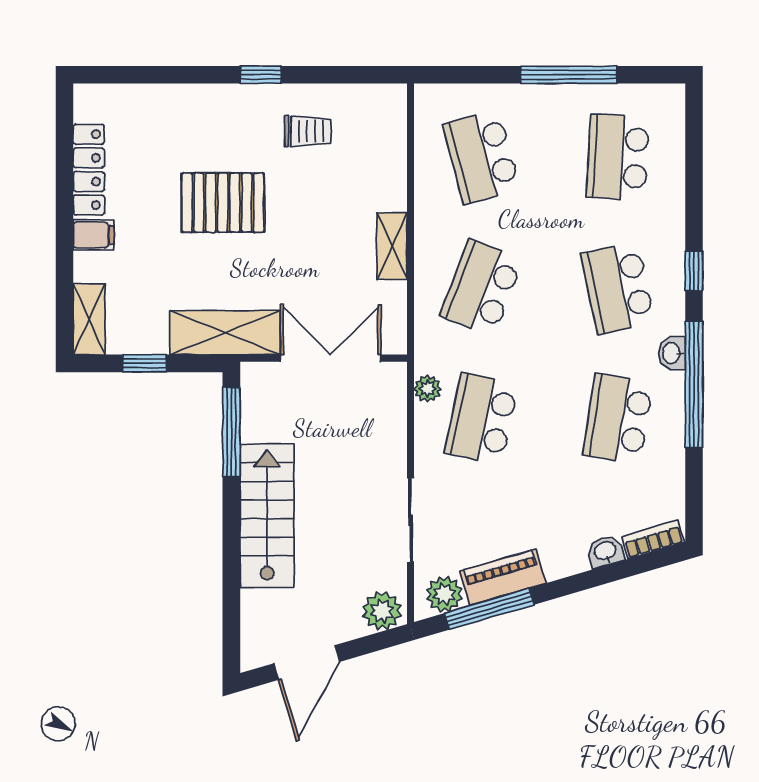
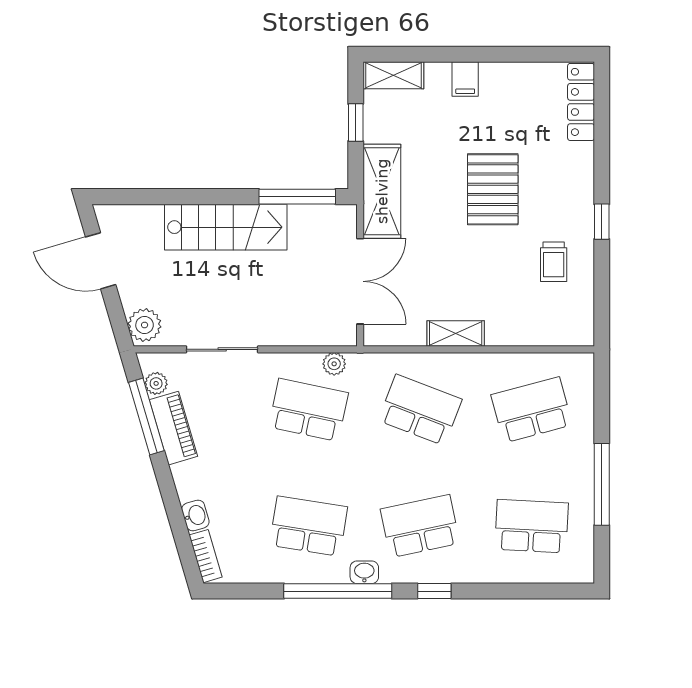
locker: (89, 170) -> (581, 102), moved, turned 90
plant: (444, 594) -> (156, 383), width x0.73, depth x0.73

